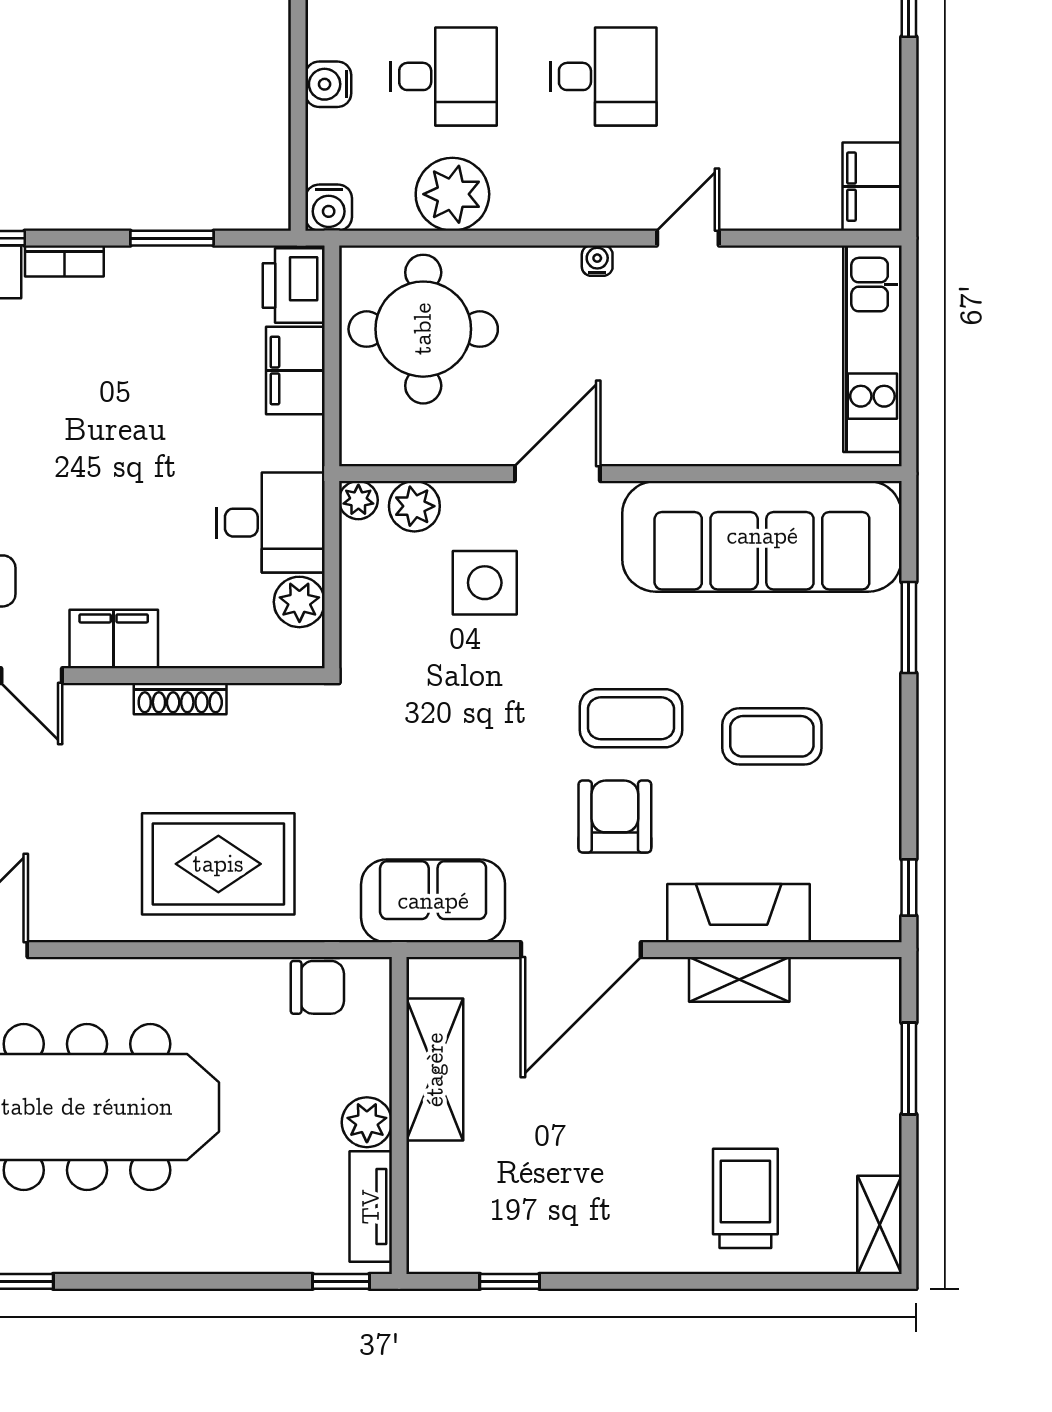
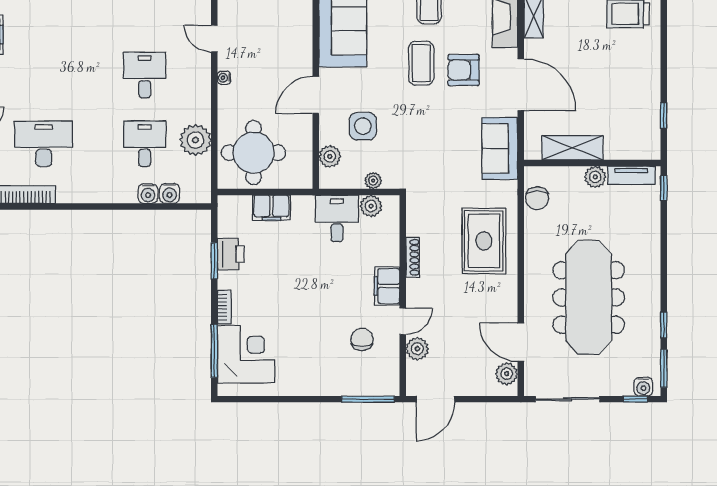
water cooler: (329, 208) -> (170, 193), moved, turned 90
printer: (294, 285) -> (231, 254), moved, turned -90
door: (557, 474) -> (316, 95), hinge flipped
plant: (358, 500) -> (373, 181), moved
chair: (317, 987) -> (537, 198), turned 180

